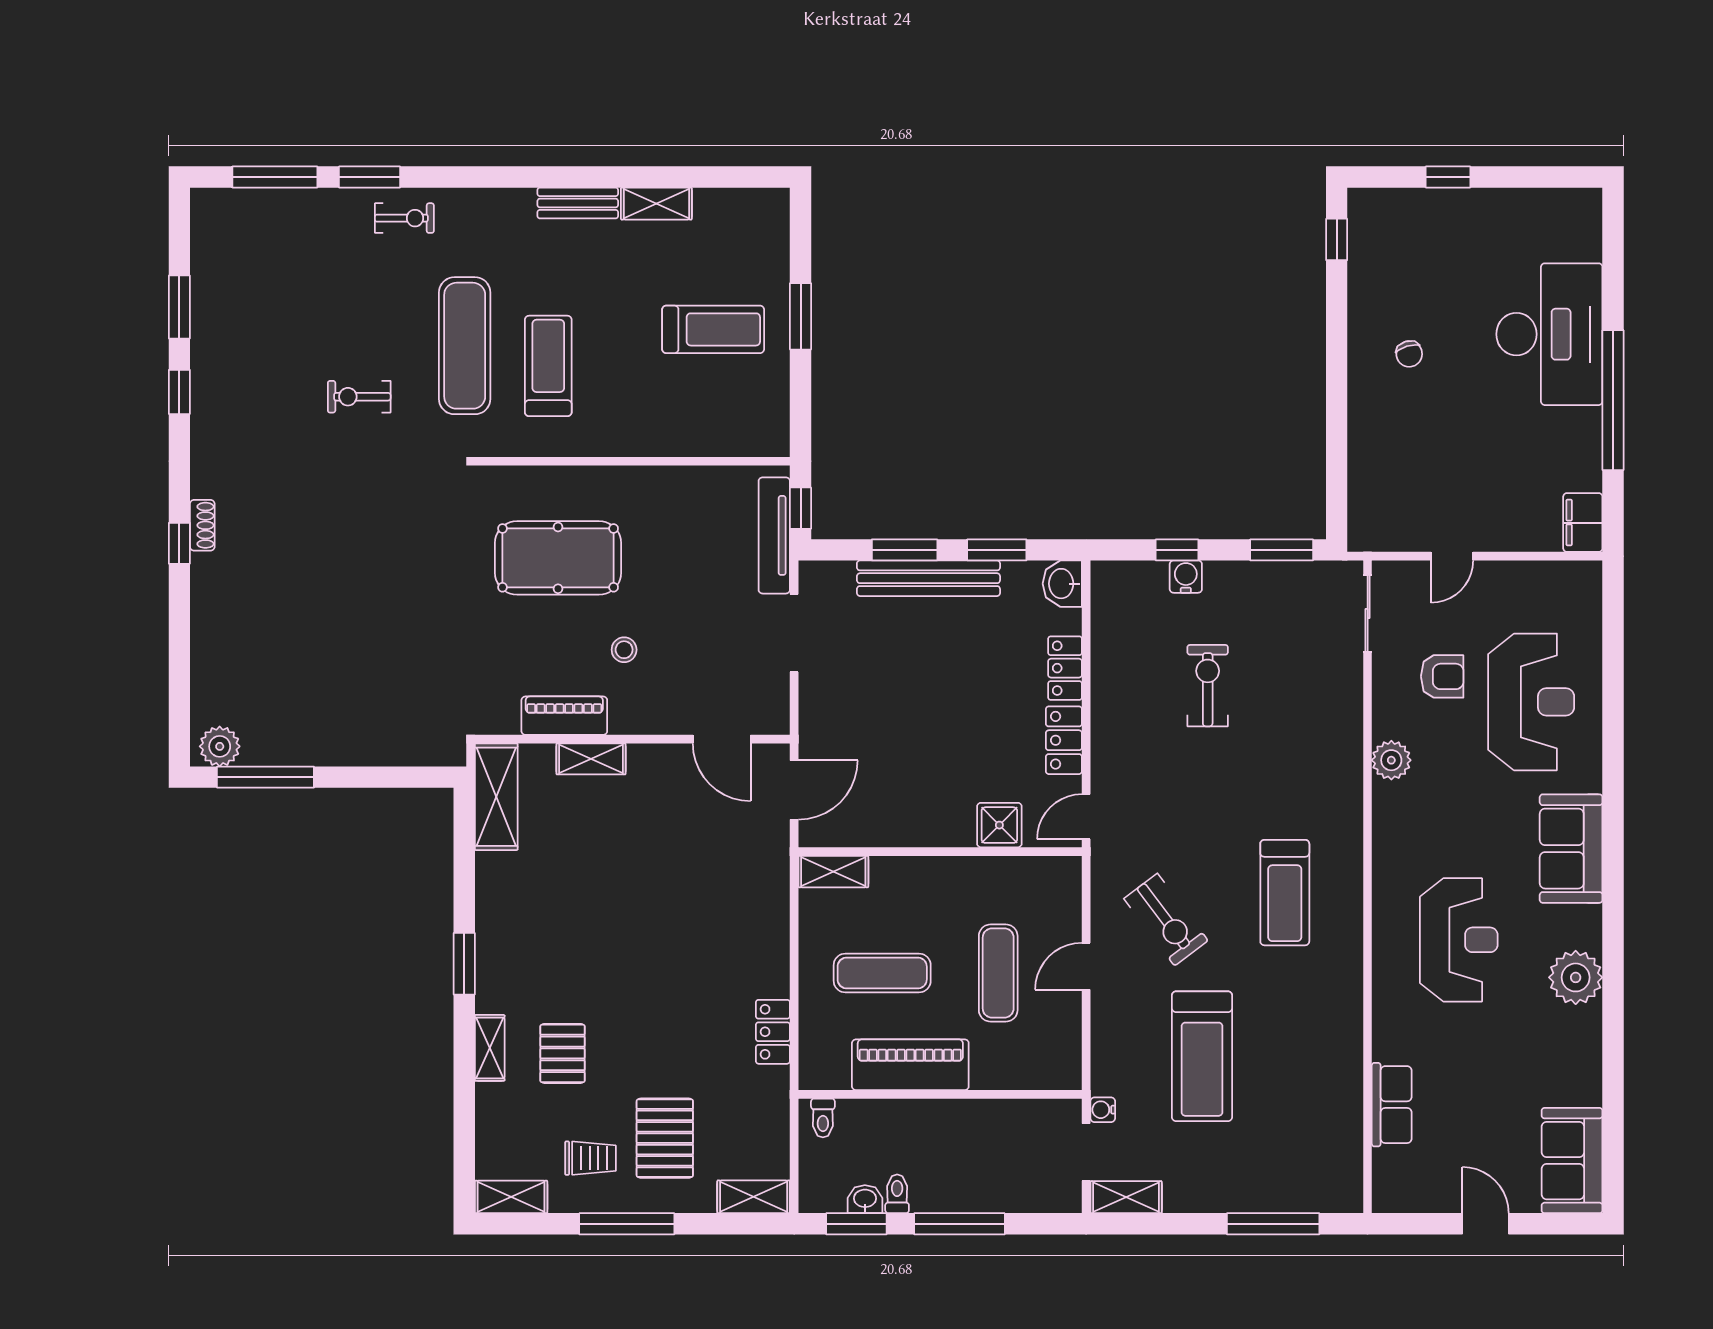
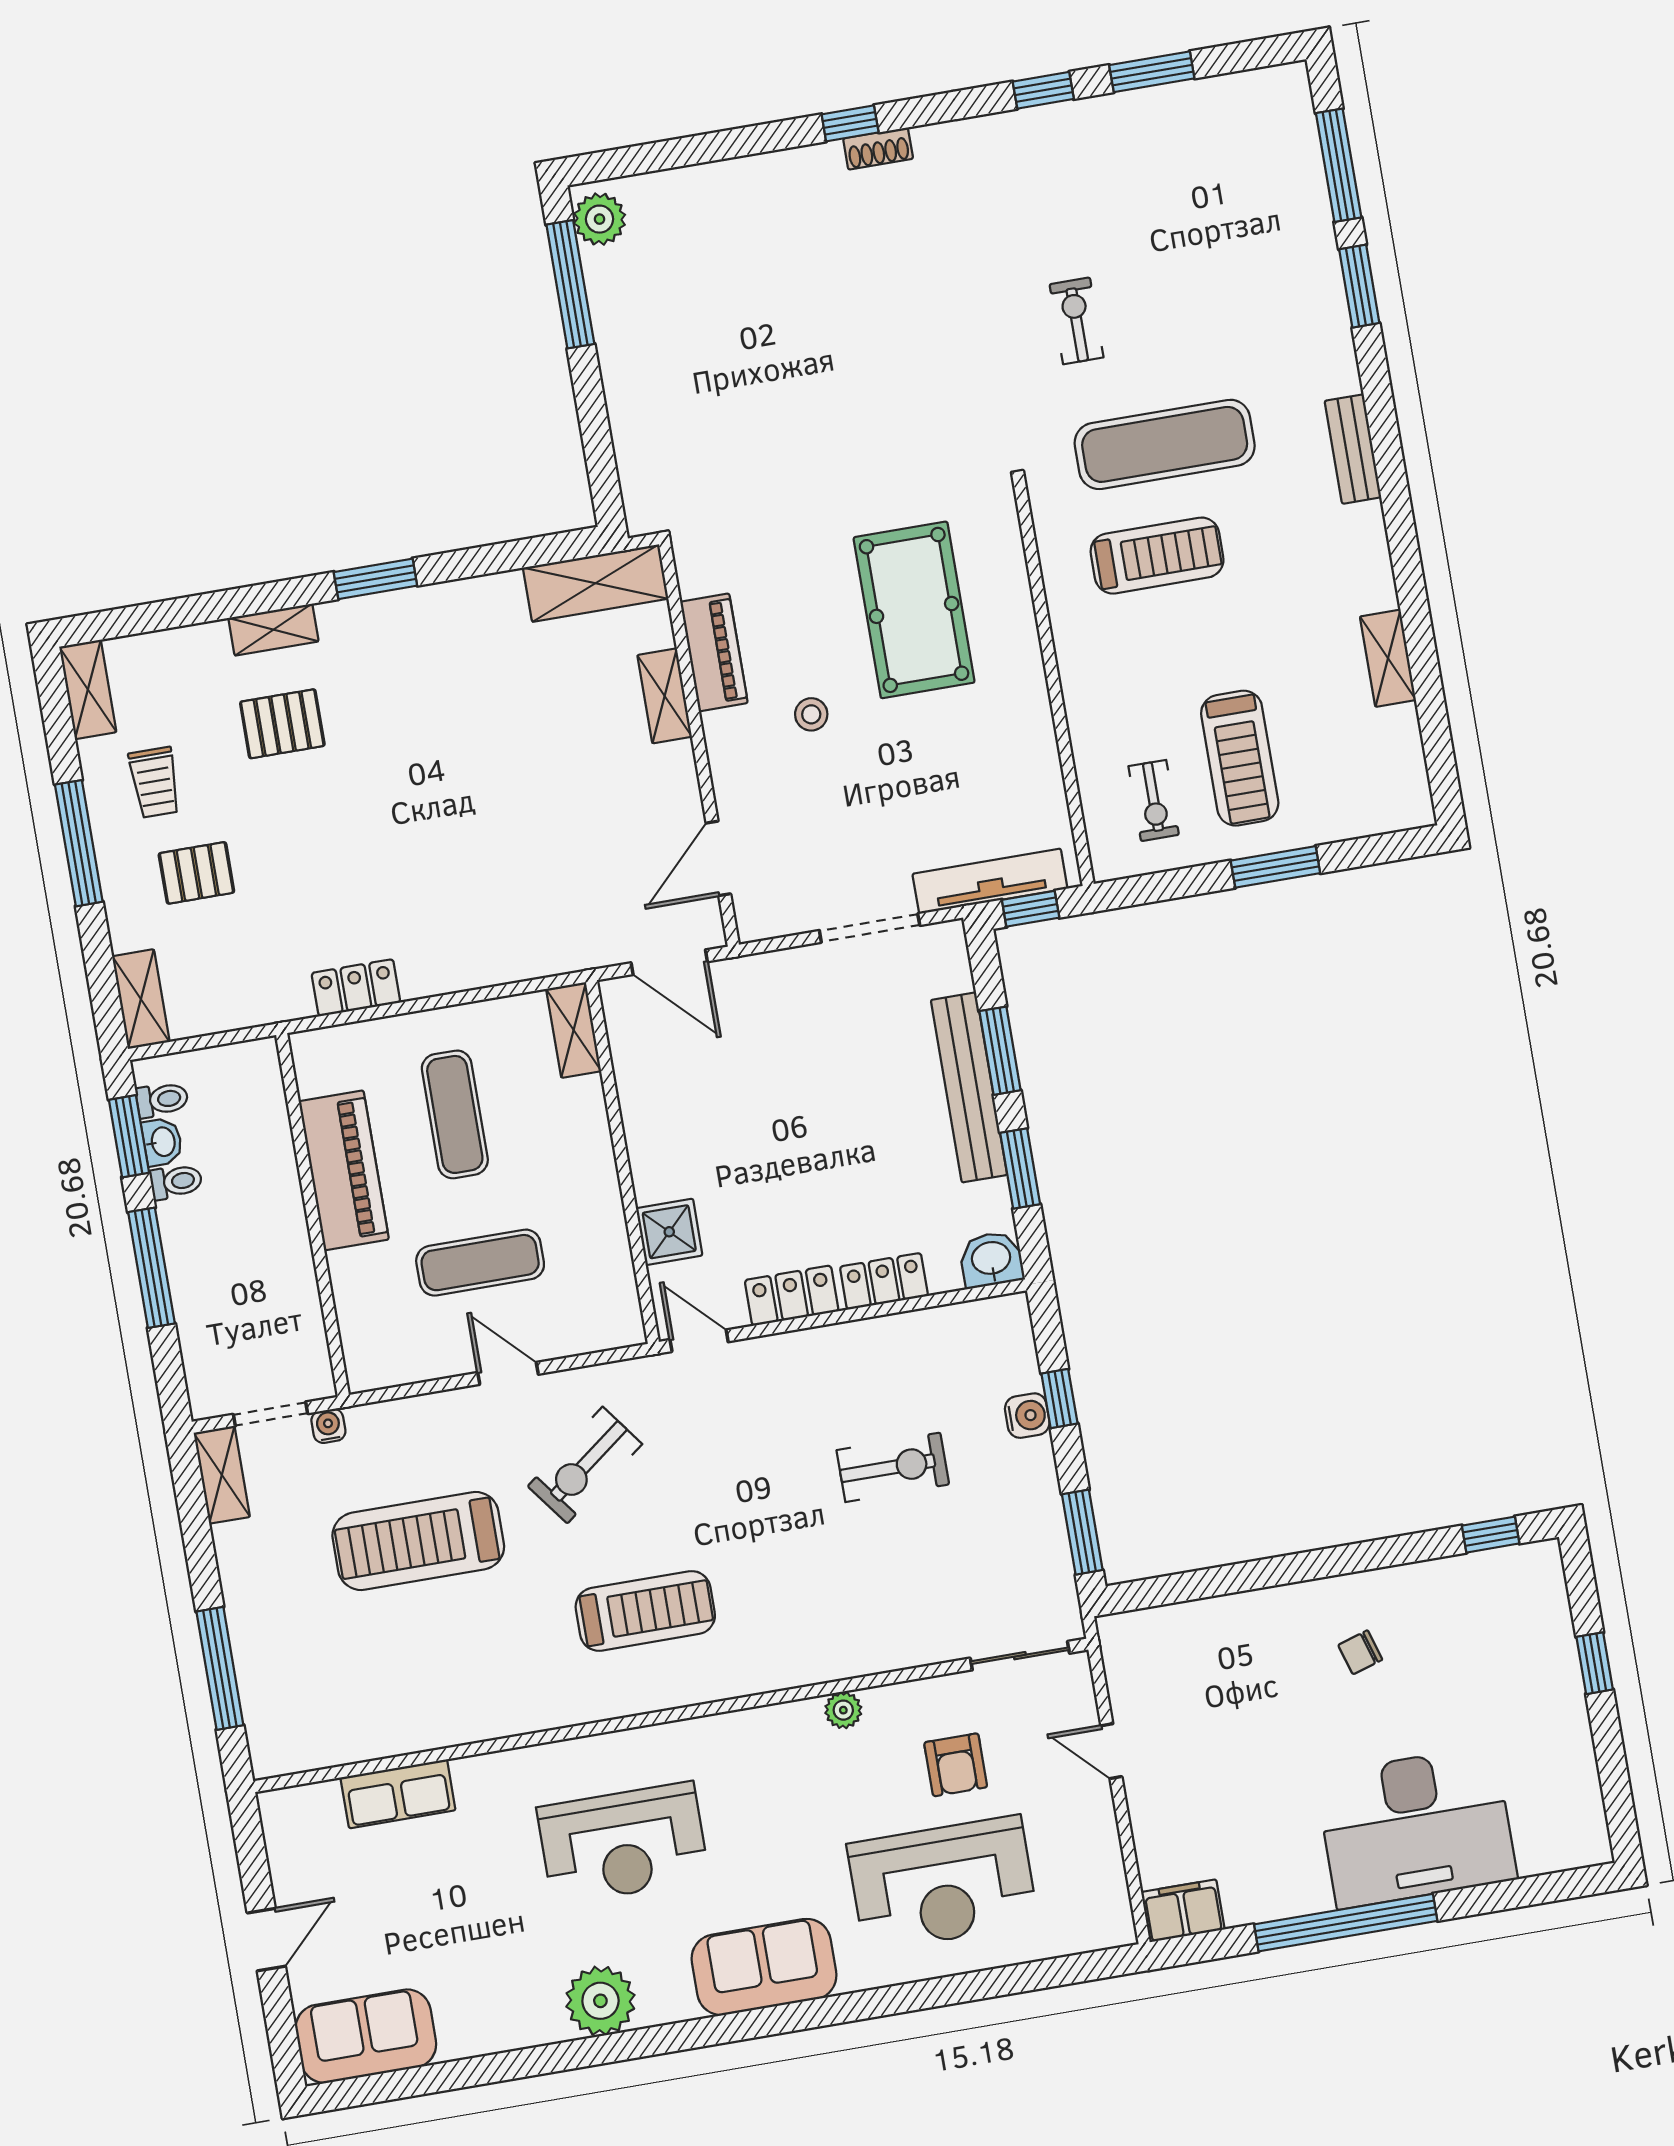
bench: (578, 203) -> (1353, 449), moved
exercise bike: (404, 218) -> (1154, 801), moved
plant: (1391, 760) -> (843, 1710), width x0.73, depth x0.73
treadmill: (1285, 893) -> (645, 1611), turned 180
toilet: (823, 1118) -> (162, 1100), moved, turned 180
pallet: (665, 1138) -> (196, 873), width x0.67, depth x0.71

